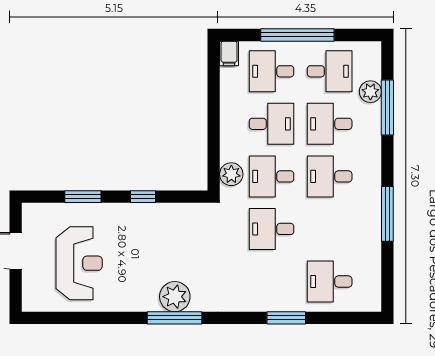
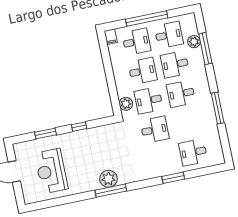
desk: (272, 71) -> (136, 42), turned 180
desk: (272, 229) -> (155, 130), turned 180
reception desk: (79, 263) -> (51, 171), turned 180

